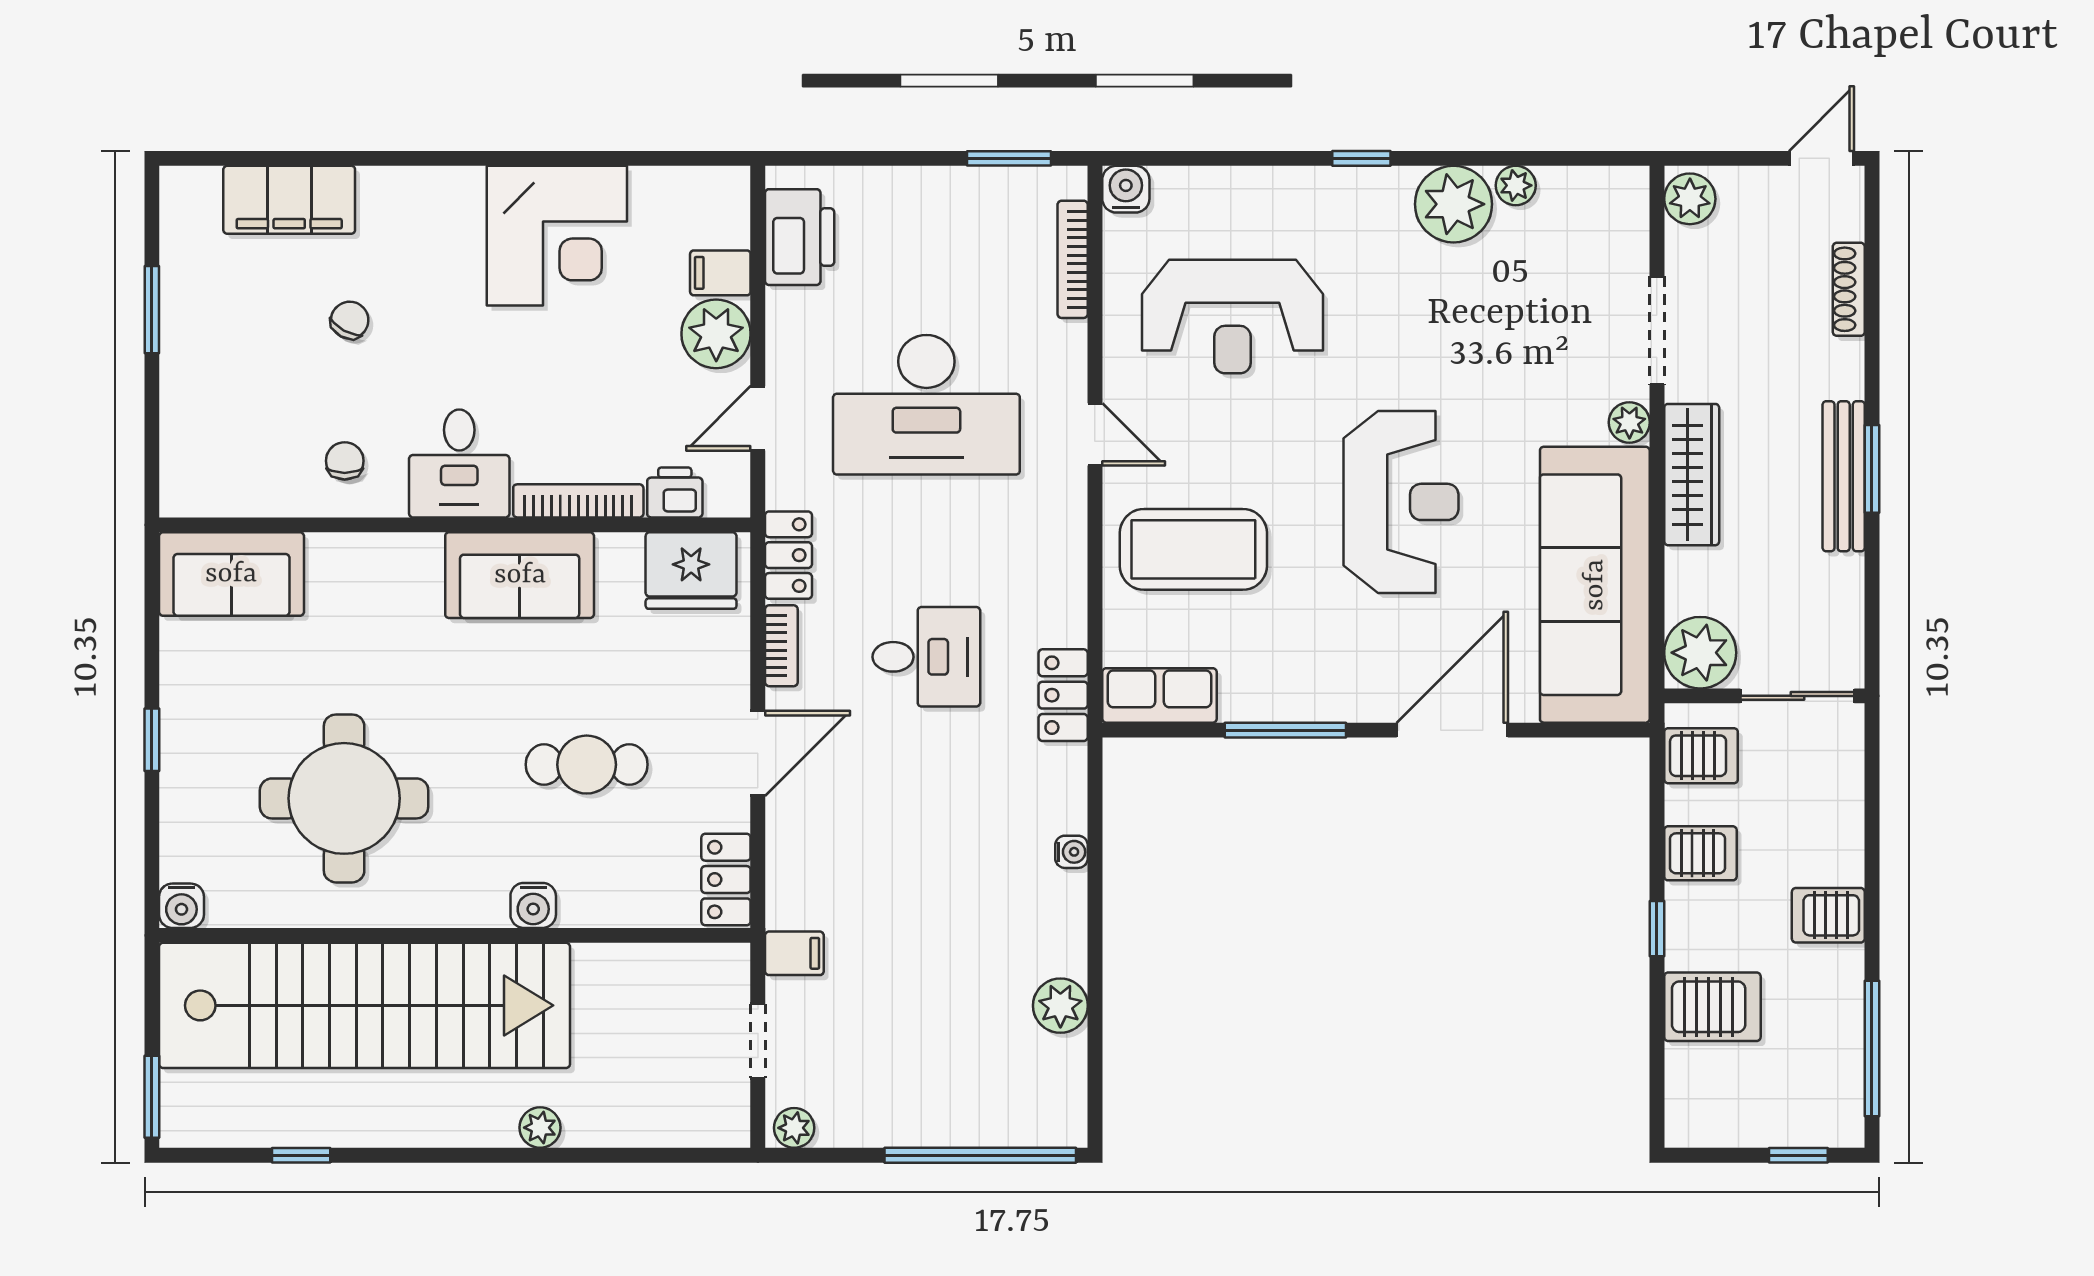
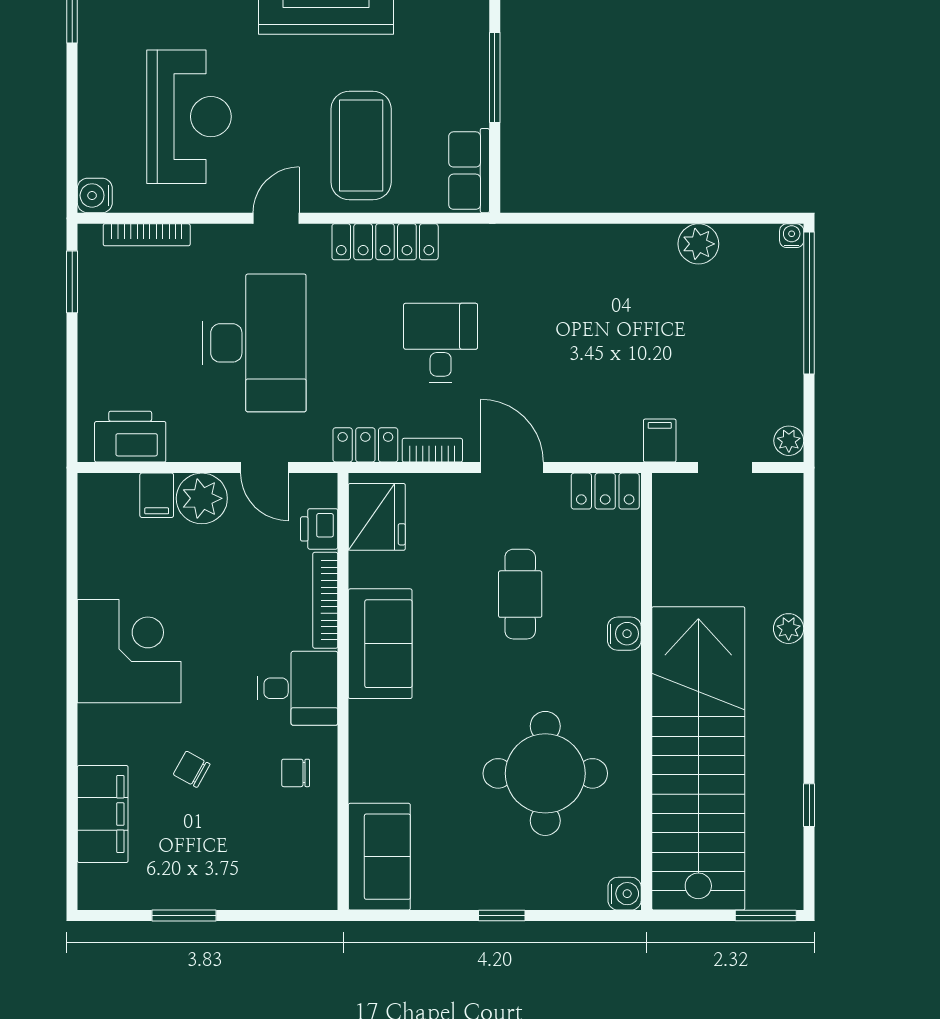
corner desk: (557, 236) -> (129, 651), moved
locker: (1063, 695) -> (385, 242), moved, width x1.53
water cooler: (1071, 852) -> (792, 236), moved

